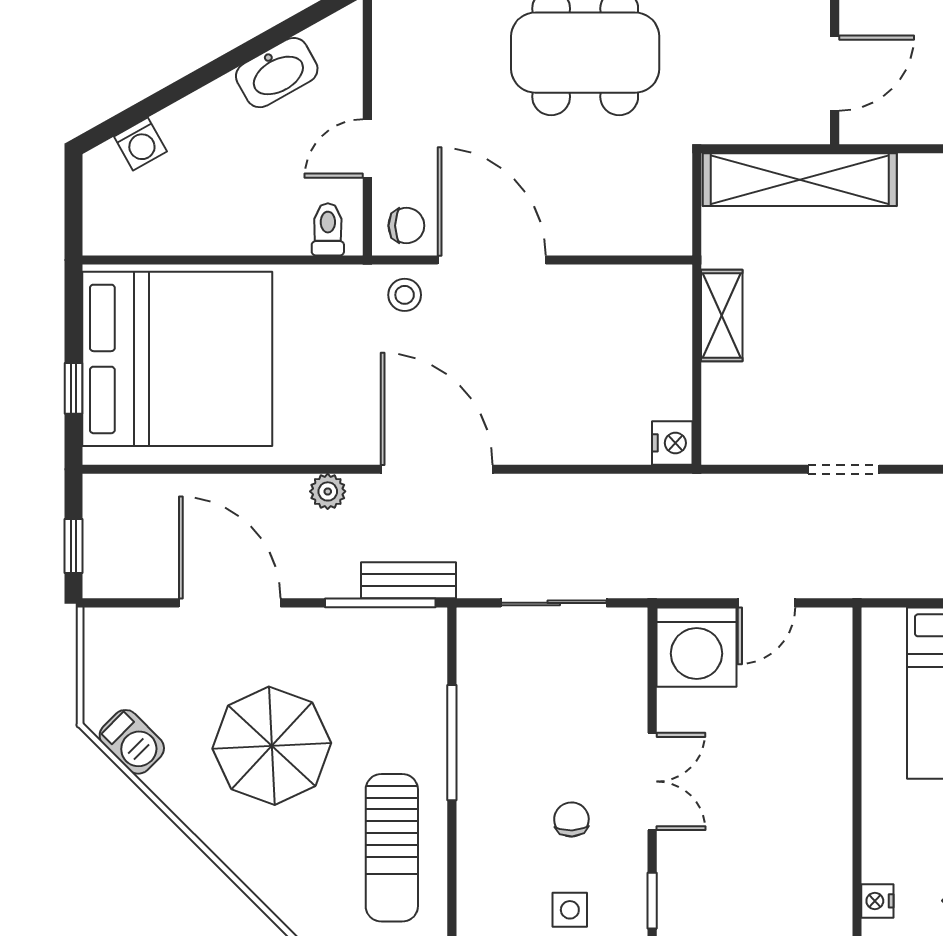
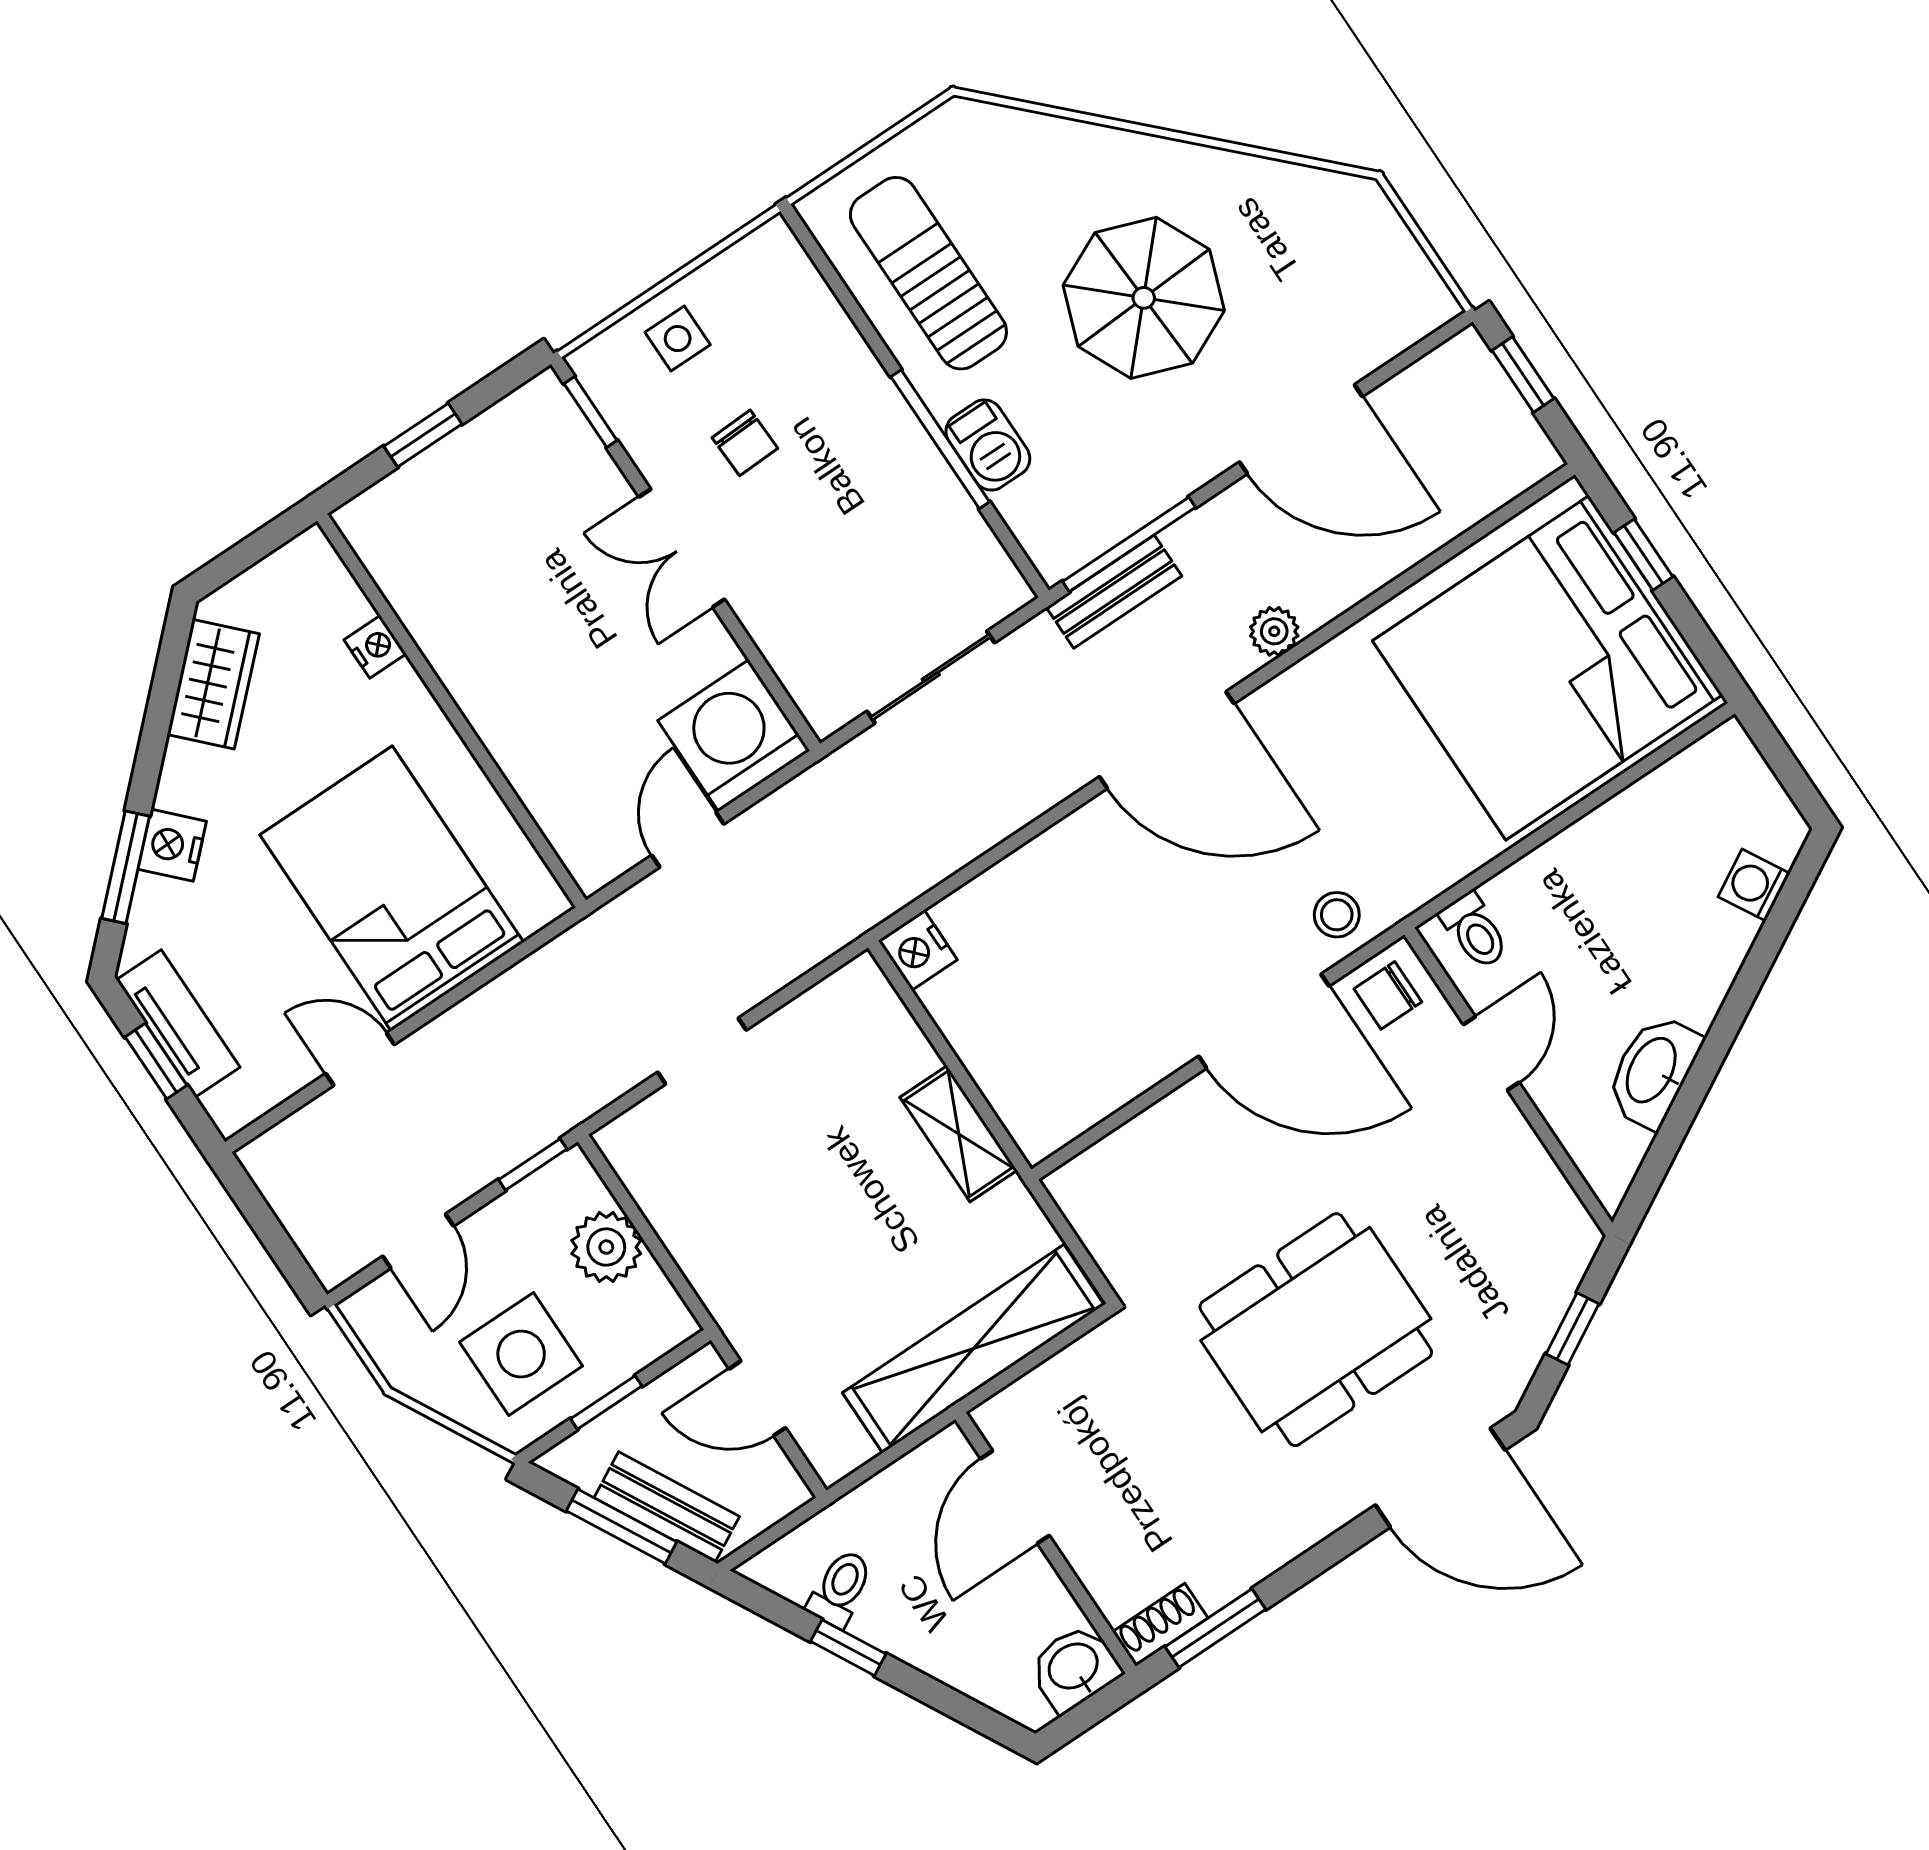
barbecue: (132, 742) -> (988, 445), moved, turned -135
nightstand: (877, 901) -> (375, 647), moved

